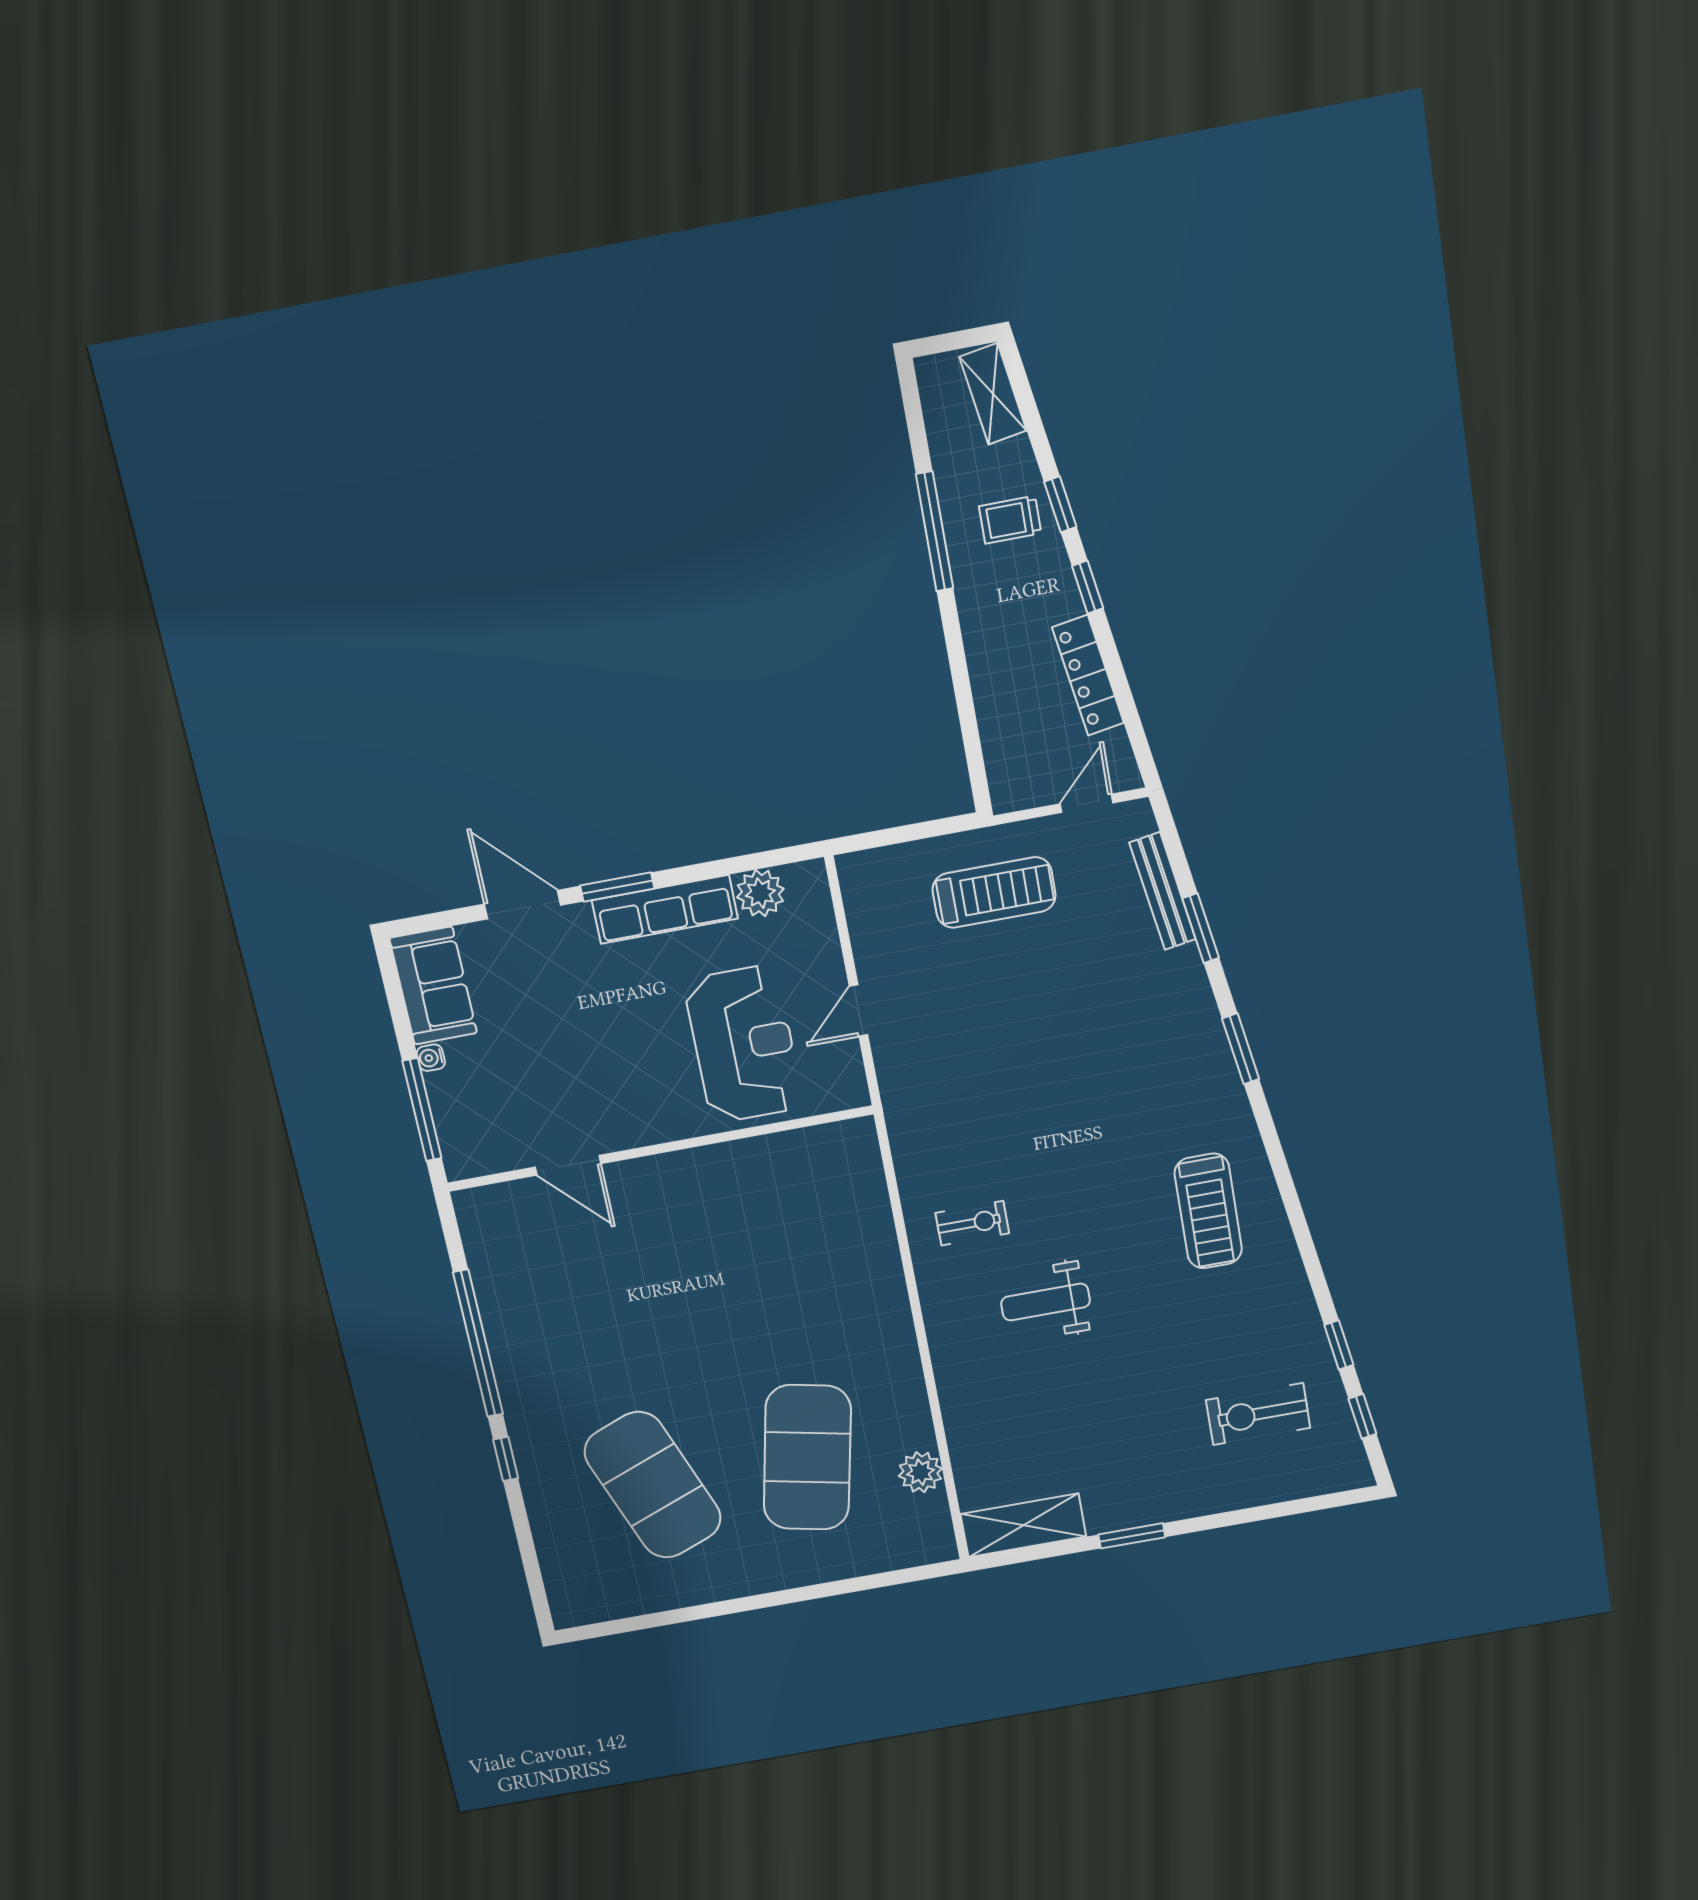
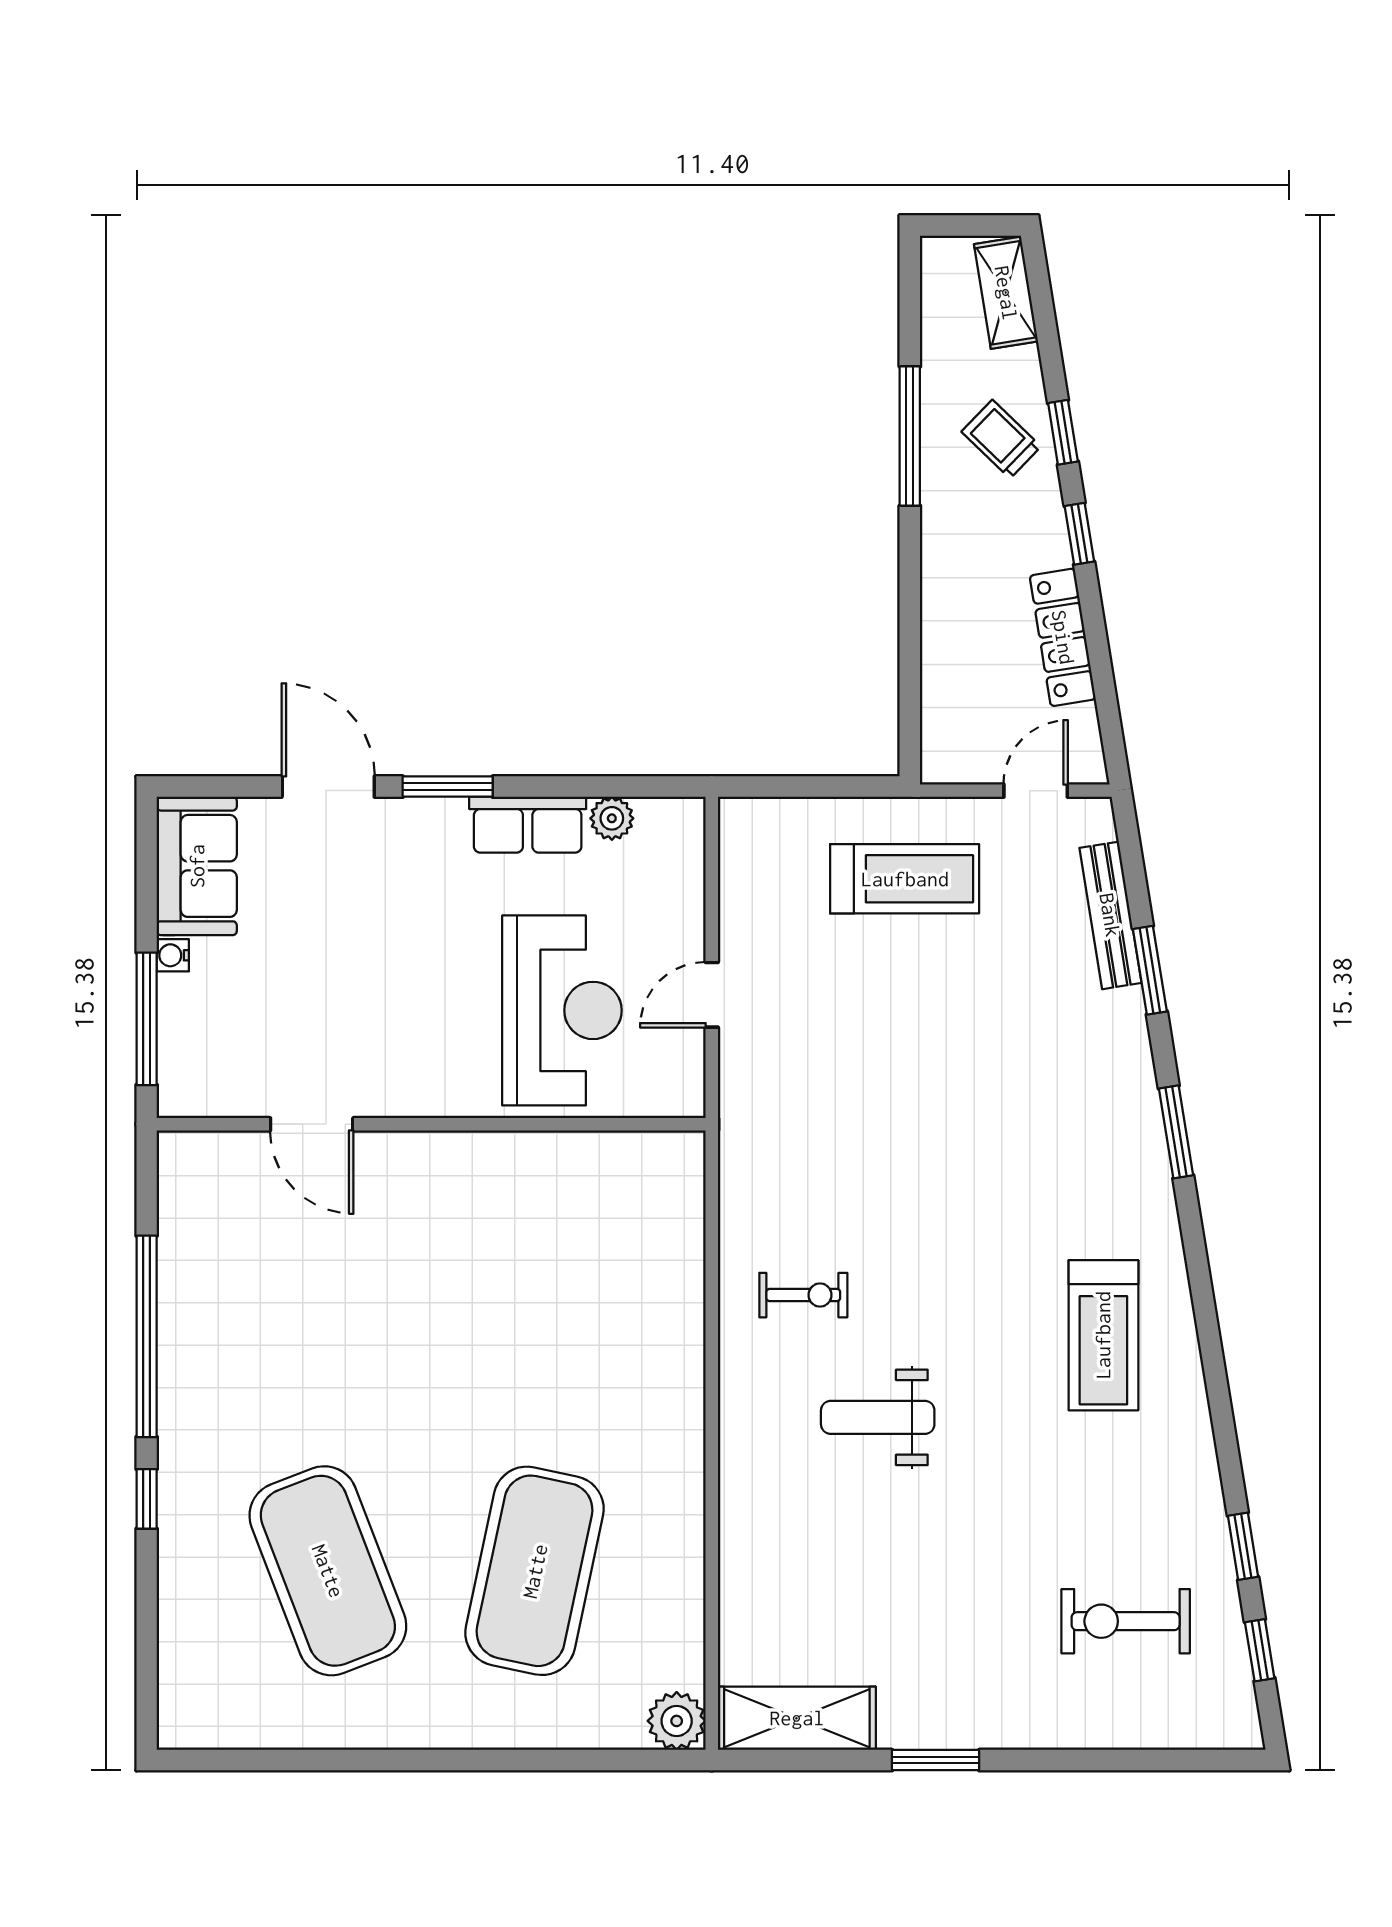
trolley: (1010, 520) -> (1001, 439), turned 44
plant: (760, 893) -> (612, 818), width x0.73, depth x0.73
row of seats: (665, 909) -> (528, 825), width x0.68
plant: (920, 1472) -> (677, 1721), moved

